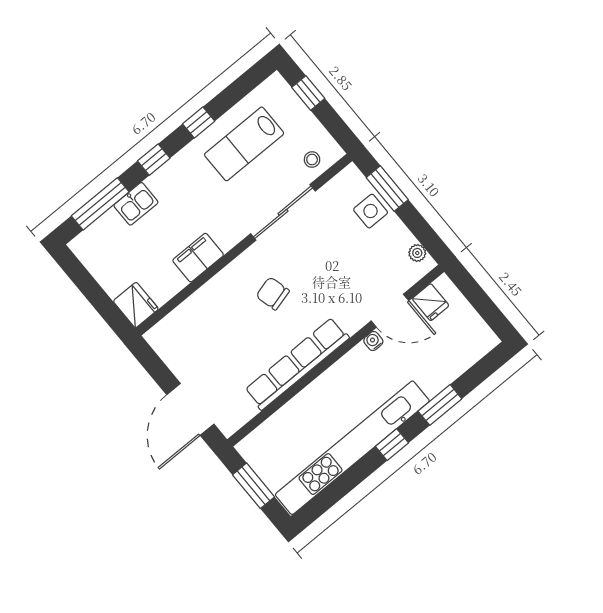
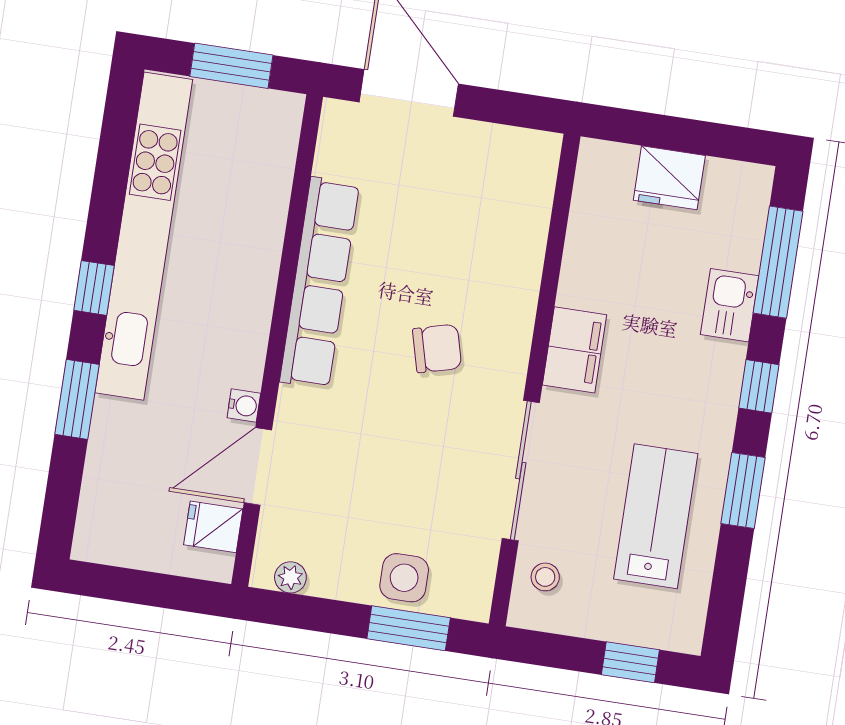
window: (199, 122) -> (743, 490), width x1.50
filing cabinet: (198, 258) -> (574, 350), moved
fridge: (136, 305) -> (669, 178), moved

